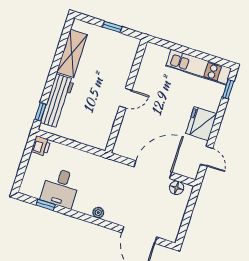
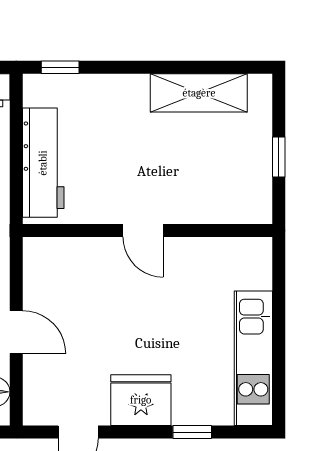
window: (228, 89) -> (192, 432), moved
workbench: (57, 101) -> (43, 163), moved, turned -90
door: (153, 170) -> (16, 332), width x0.53

